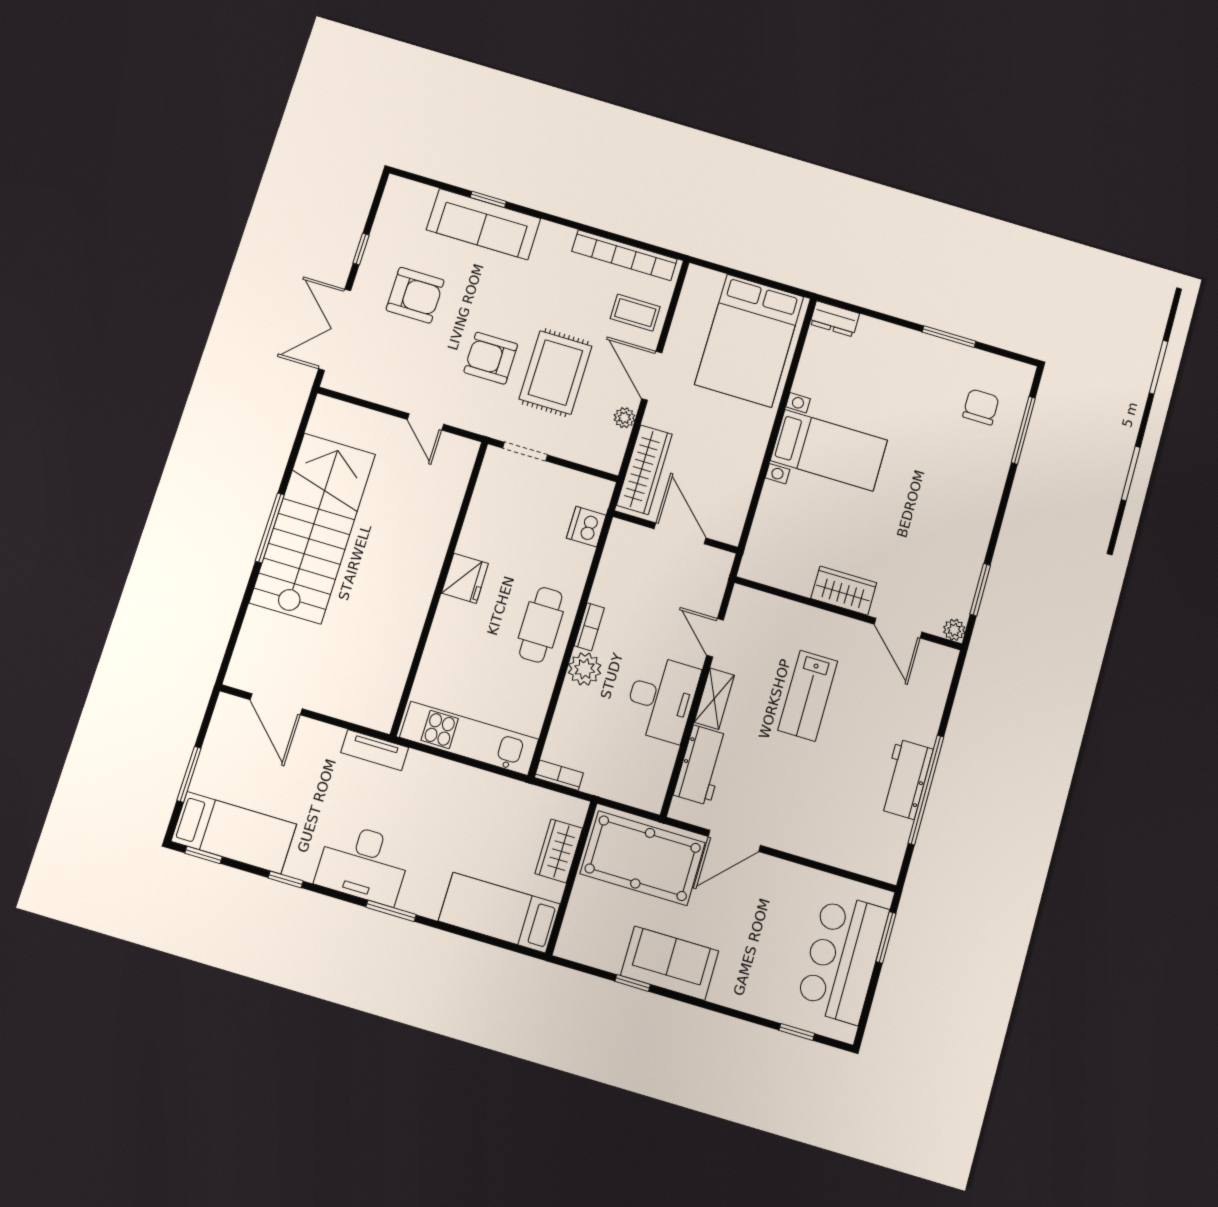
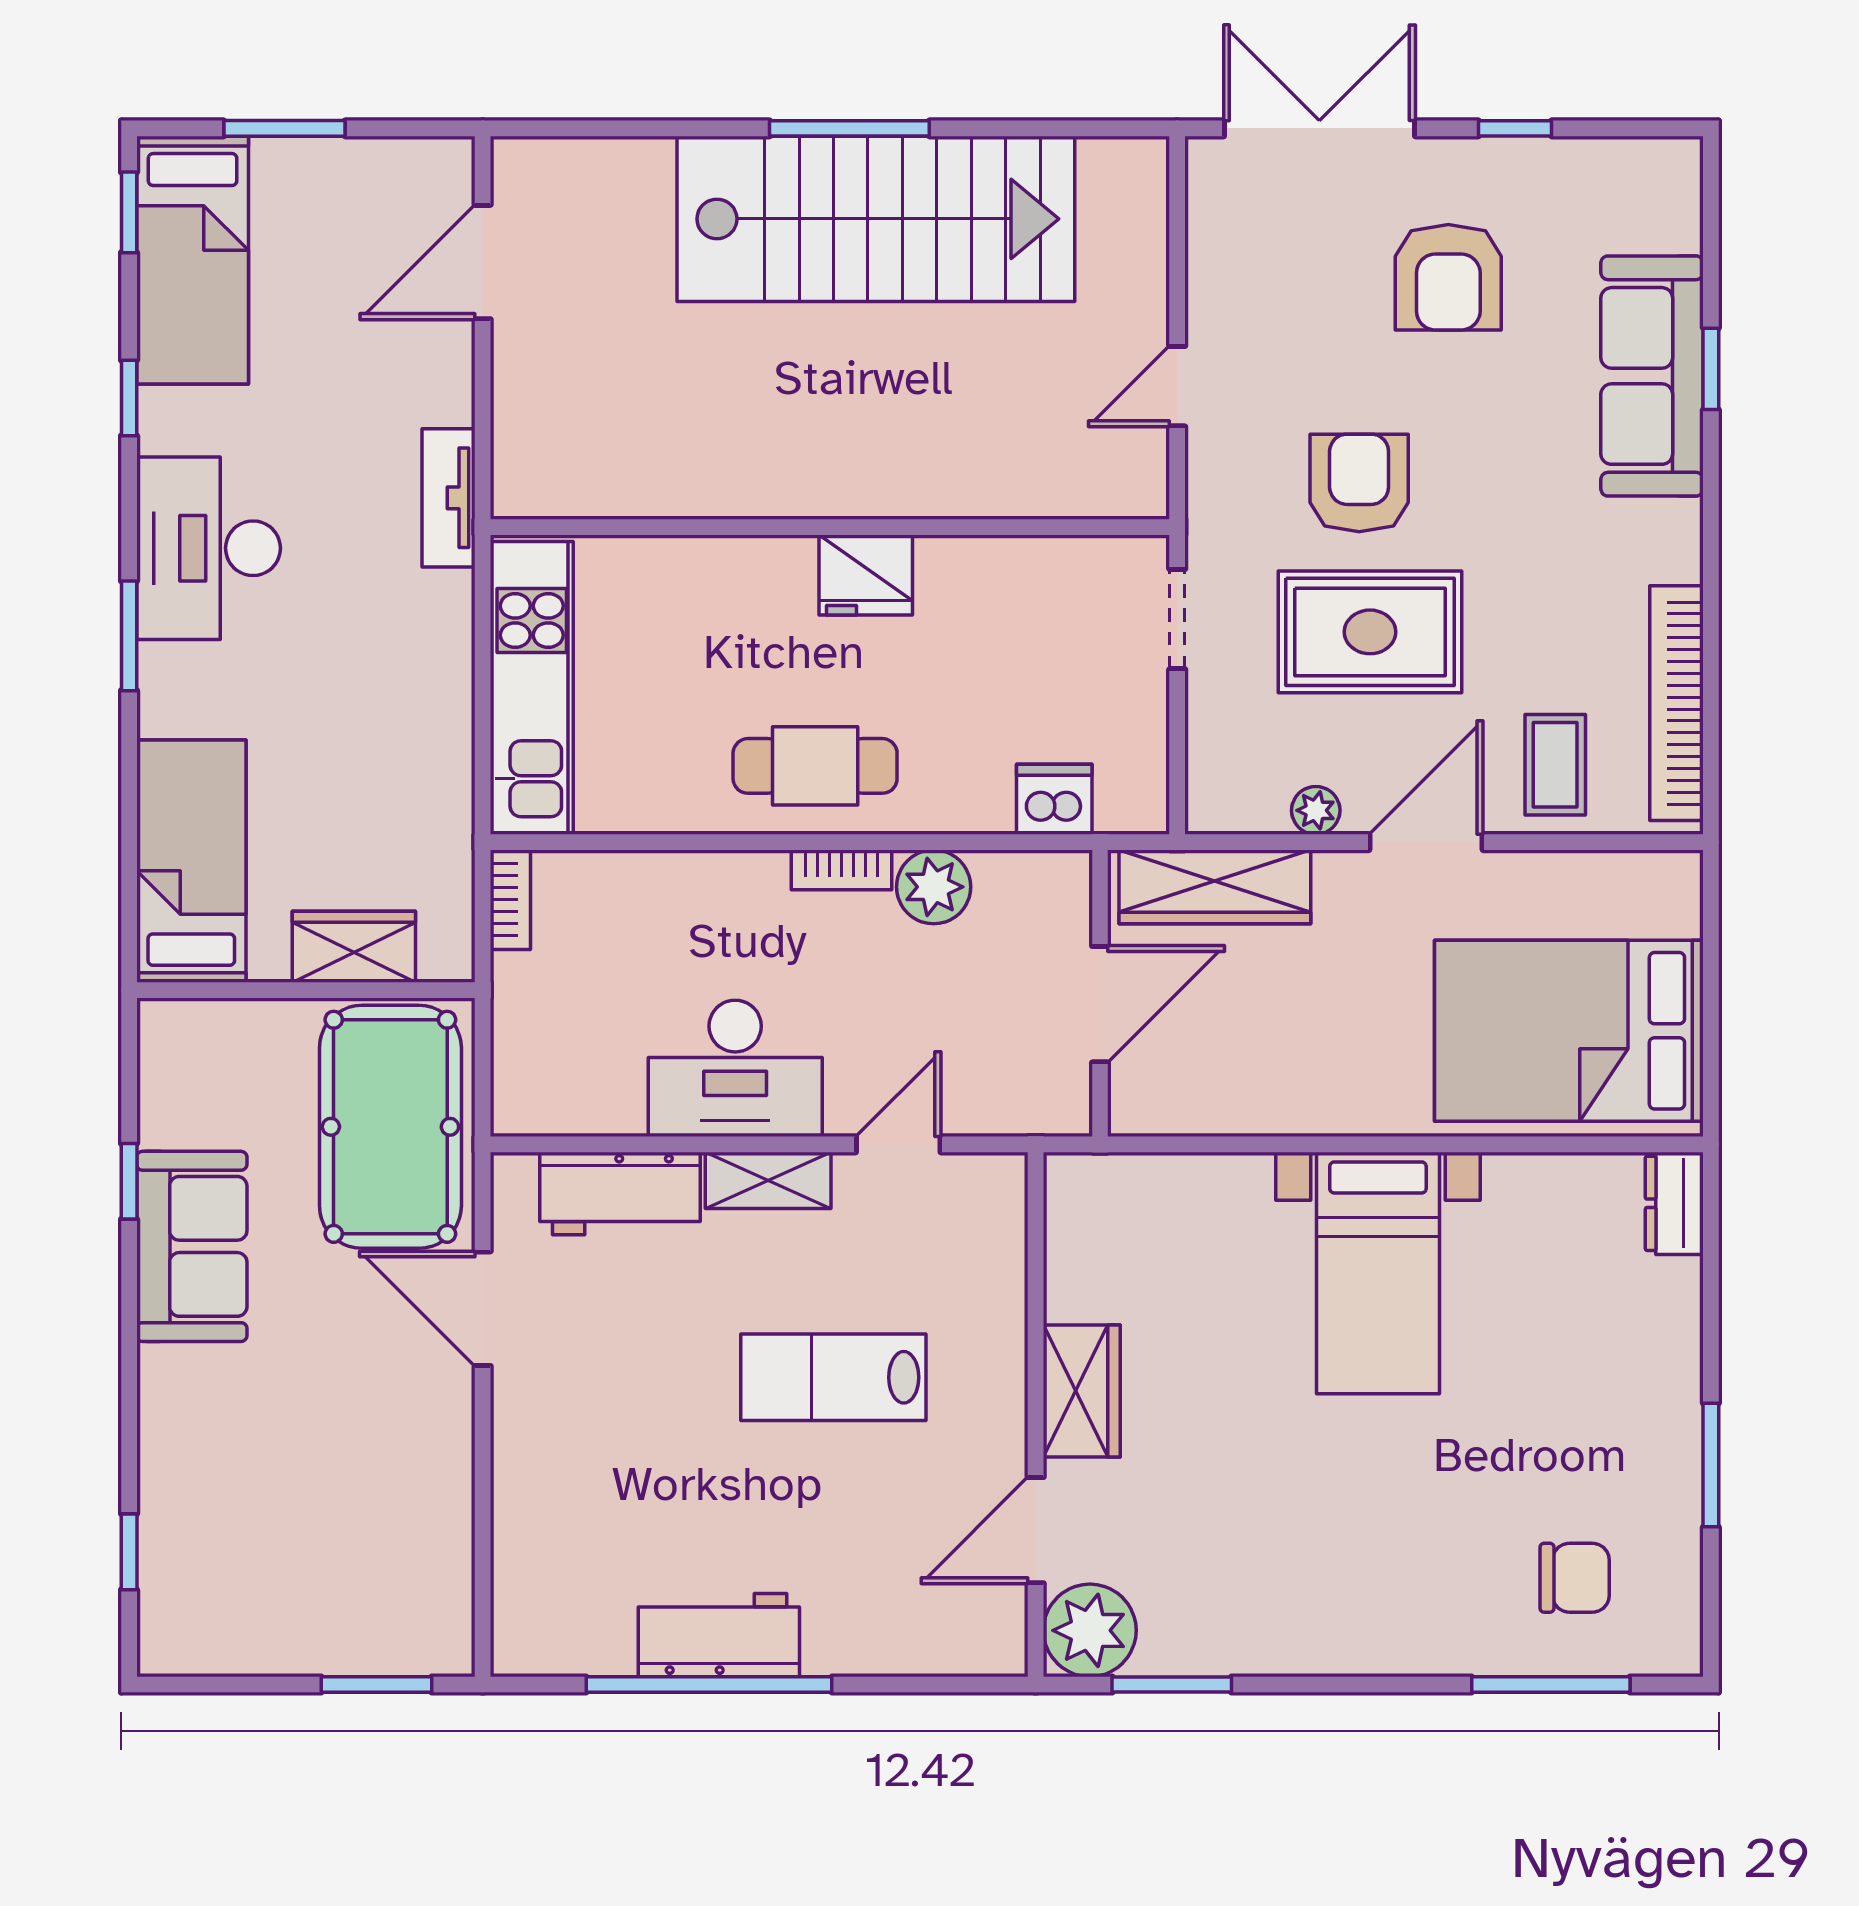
plant: (954, 630) -> (1090, 1630), width x1.88, depth x1.88
plant: (585, 669) -> (934, 887), moved
bar counter: (842, 958) -> (307, 1605), removed

